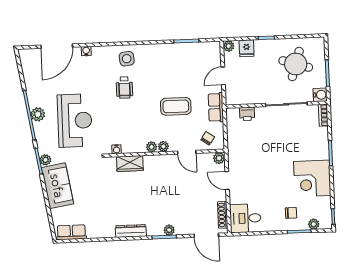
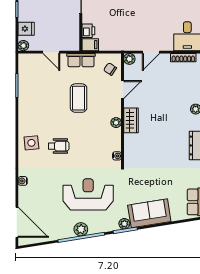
door: (57, 46) -> (17, 222), moved
filing cabinet: (232, 116) -> (90, 45), added
plant: (163, 146) -> (116, 111), removed
wardrobe: (130, 163) -> (131, 120), moved

